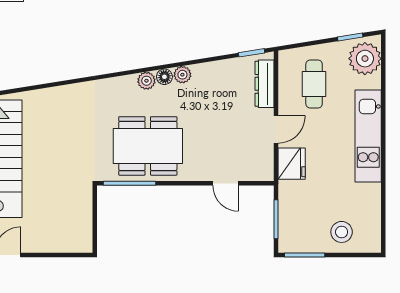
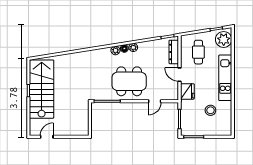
door: (276, 129) -> (180, 75), swing flipped
dining table: (148, 146) -> (129, 81), moved
door: (226, 183) -> (155, 101), hinge flipped
stool: (342, 232) -> (210, 110), moved

